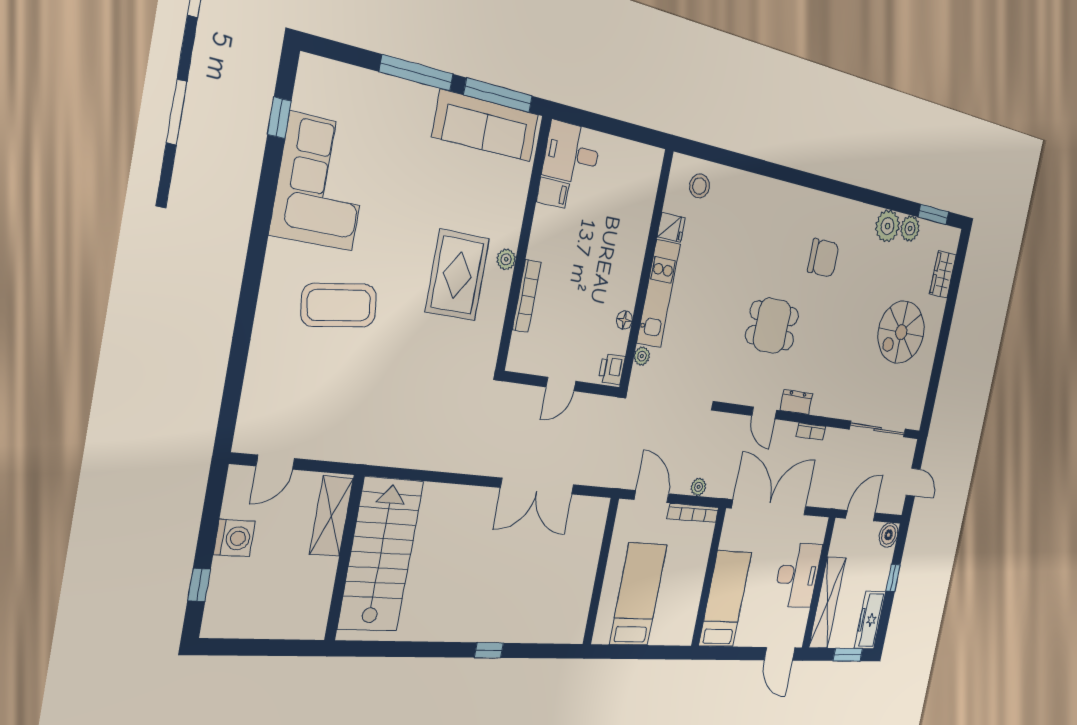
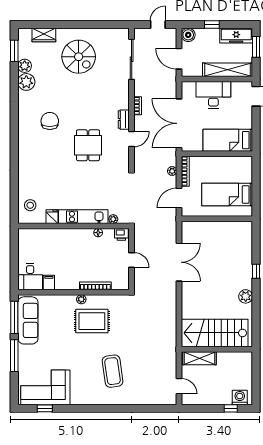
corner sofa: (321, 182) -> (45, 387), moved
washing machine: (234, 538) -> (240, 398), moved
plant: (444, 627) -> (246, 296), added

